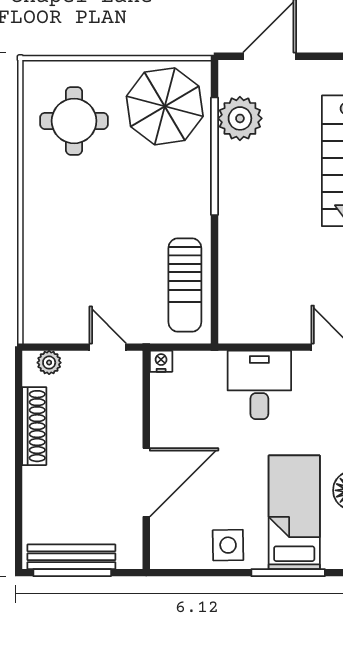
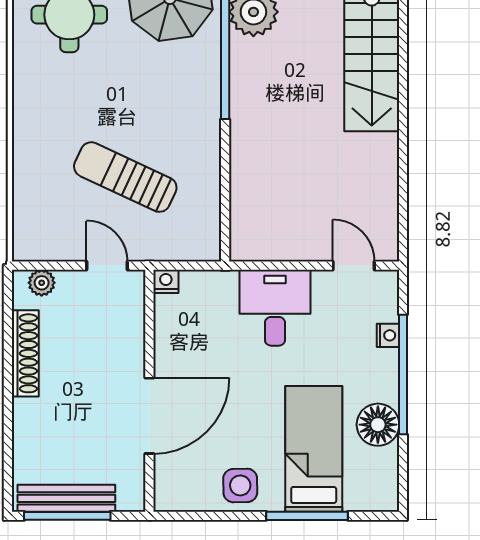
sun lounger: (185, 285) -> (125, 177), moved, turned 115

